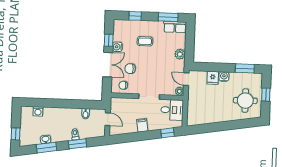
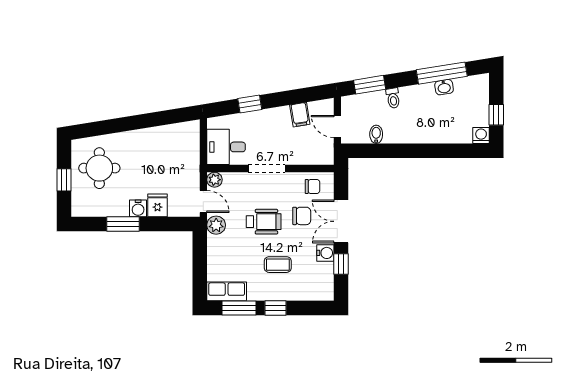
window: (135, 16) -> (275, 308), moved
plant: (180, 54) -> (216, 225), moved
wheelchair: (152, 66) -> (264, 222), added
window: (245, 68) -> (123, 224), moved
washing machine: (38, 111) -> (481, 135), moved
filing cabinet: (142, 125) -> (300, 115), moved
window: (167, 133) -> (250, 104), moved
window: (16, 134) -> (496, 115), moved
window: (77, 144) -> (370, 85), moved
window: (47, 148) -> (442, 73), width x1.44

